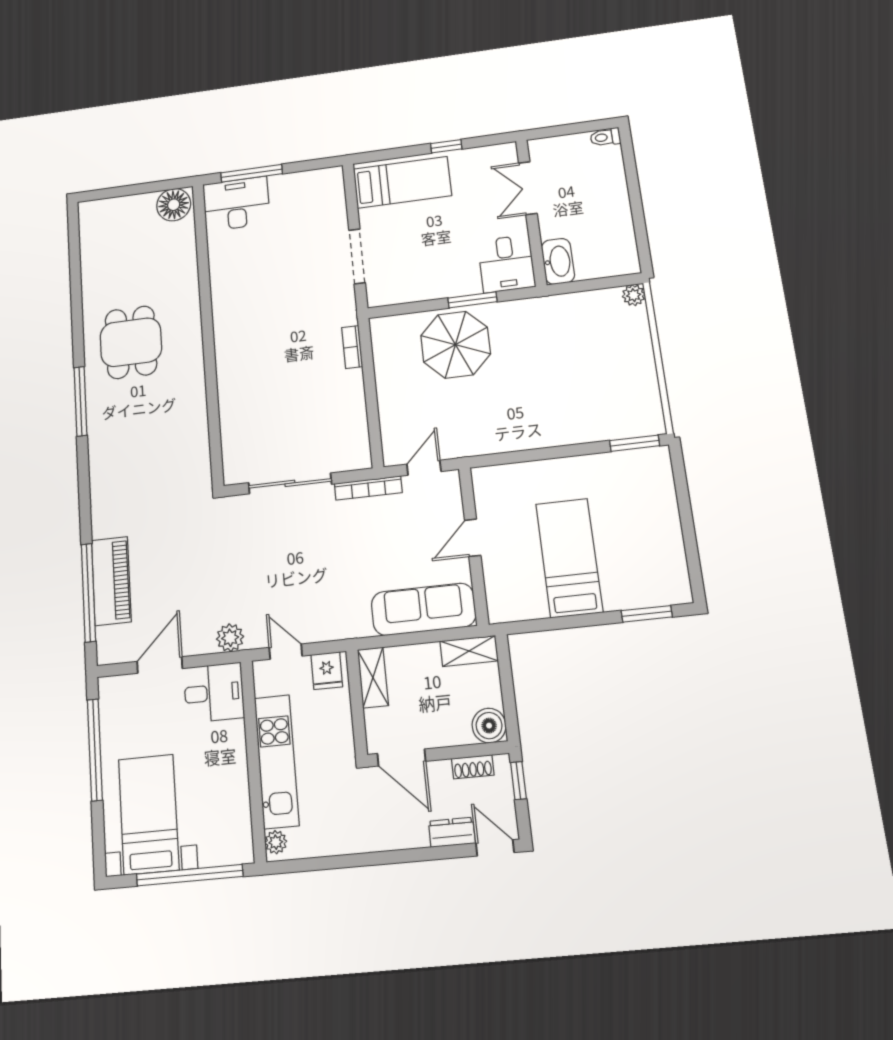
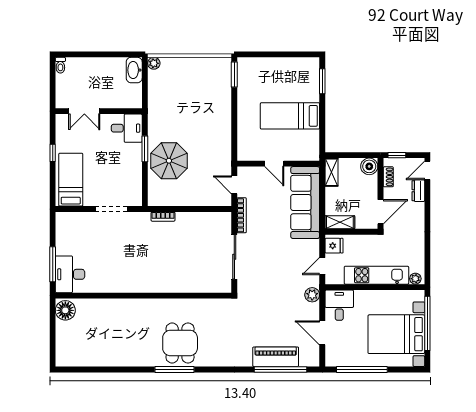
washbasin: (558, 261) -> (134, 70), moved, turned -90
dining table: (131, 342) -> (180, 343), moved, turned 90
sofa: (423, 609) -> (305, 203), width x1.36, depth x1.27
bed with nightstands: (149, 814) -> (396, 334), width x1.36

